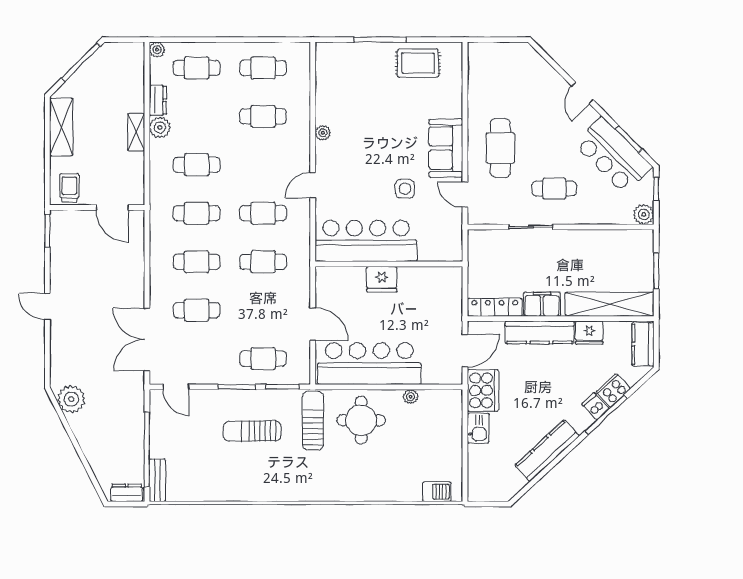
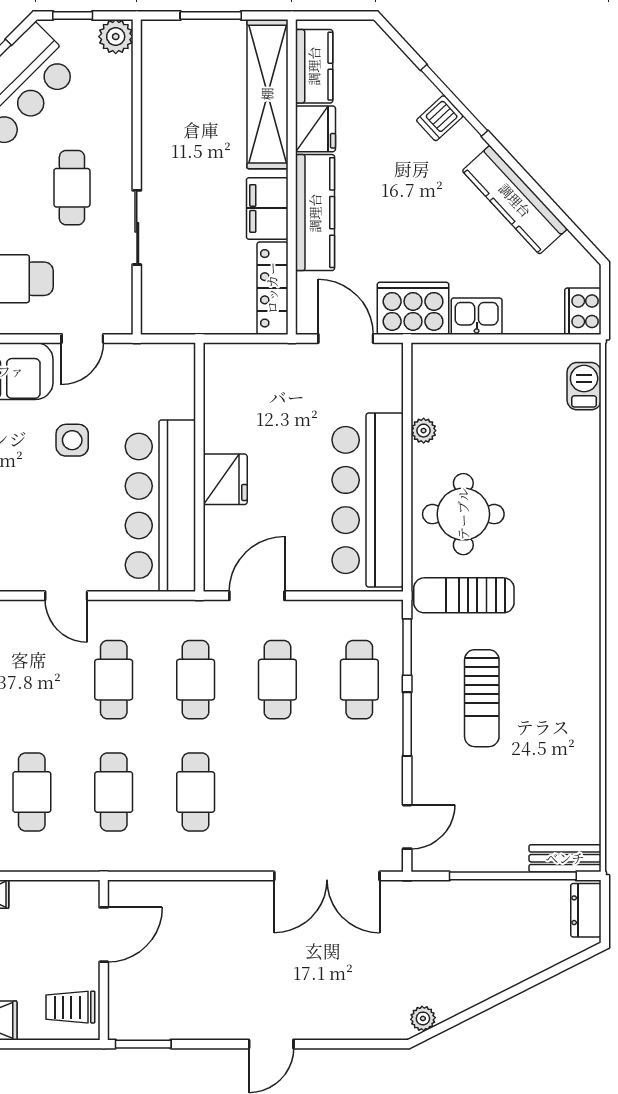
cafe table: (197, 310) -> (277, 680), moved
door: (313, 324) -> (257, 596), moved
kitchen counter: (643, 344) -> (314, 66), moved, turned -90
cooker: (613, 390) -> (583, 311), moved, turned 43
plant: (71, 399) -> (423, 1018), width x0.53, depth x0.53

